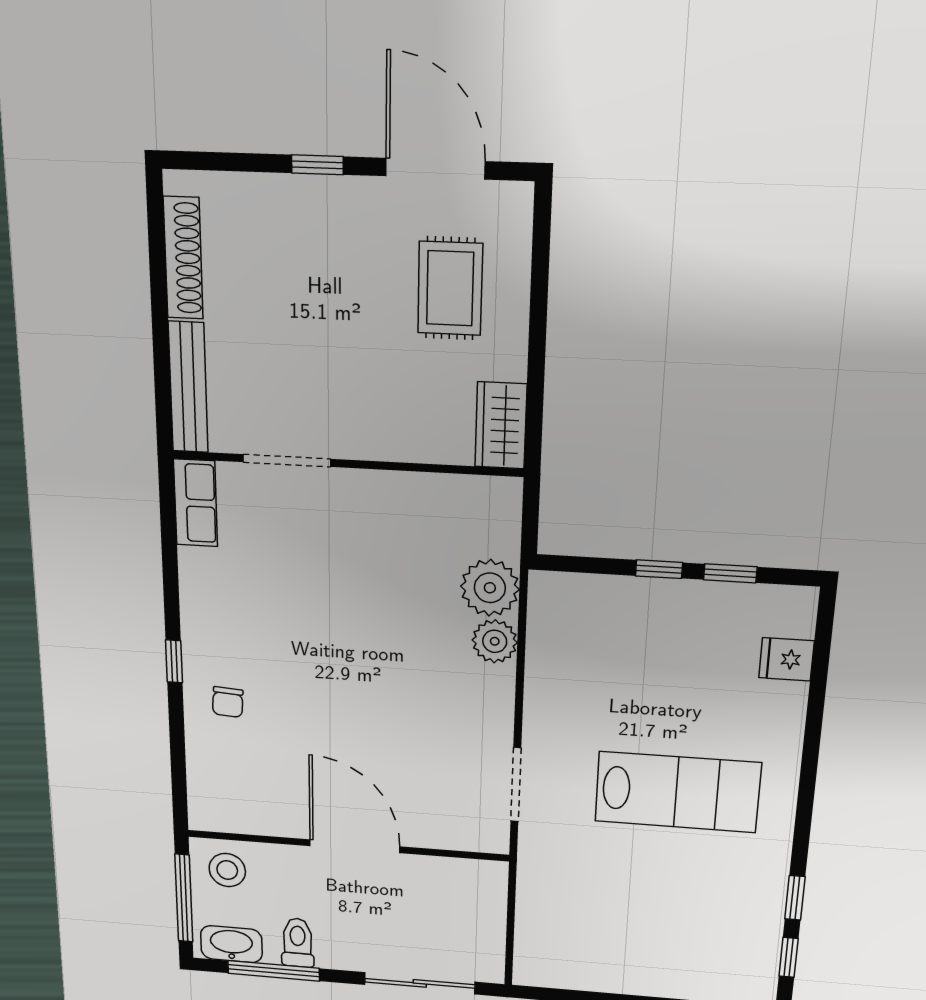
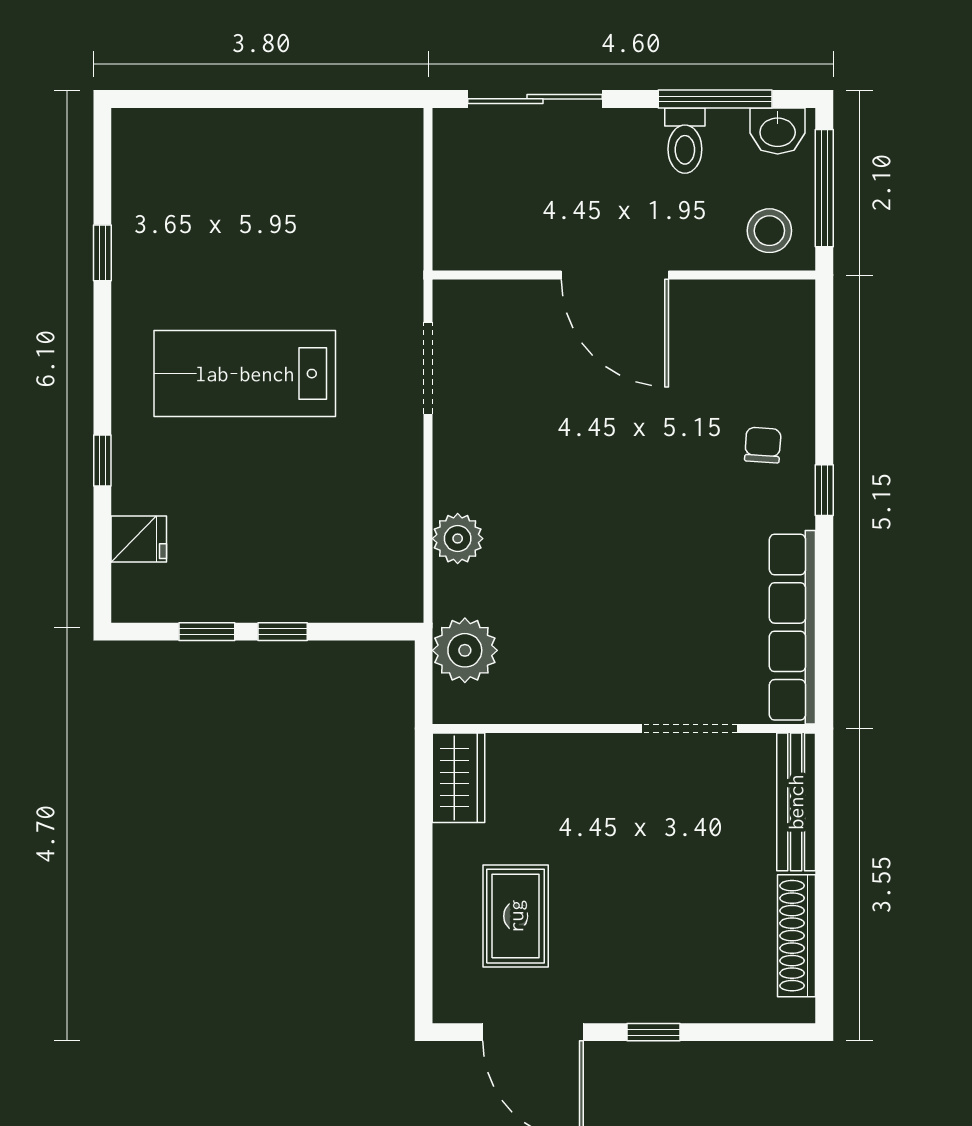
row of seats: (196, 503) -> (792, 627), width x2.02
plant: (490, 588) -> (465, 650), moved
washbasin: (231, 944) -> (778, 131), width x0.72
window: (788, 957) -> (102, 461), moved

